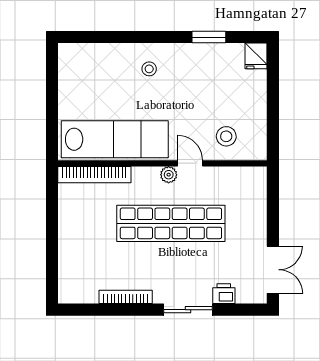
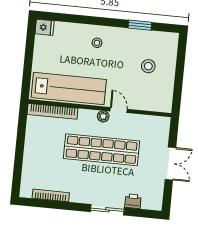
fridge: (256, 56) -> (45, 27), moved, turned -90
stool: (226, 136) -> (148, 66), moved
double door: (273, 270) -> (170, 163), moved
bookcase: (126, 297) -> (51, 195), moved

